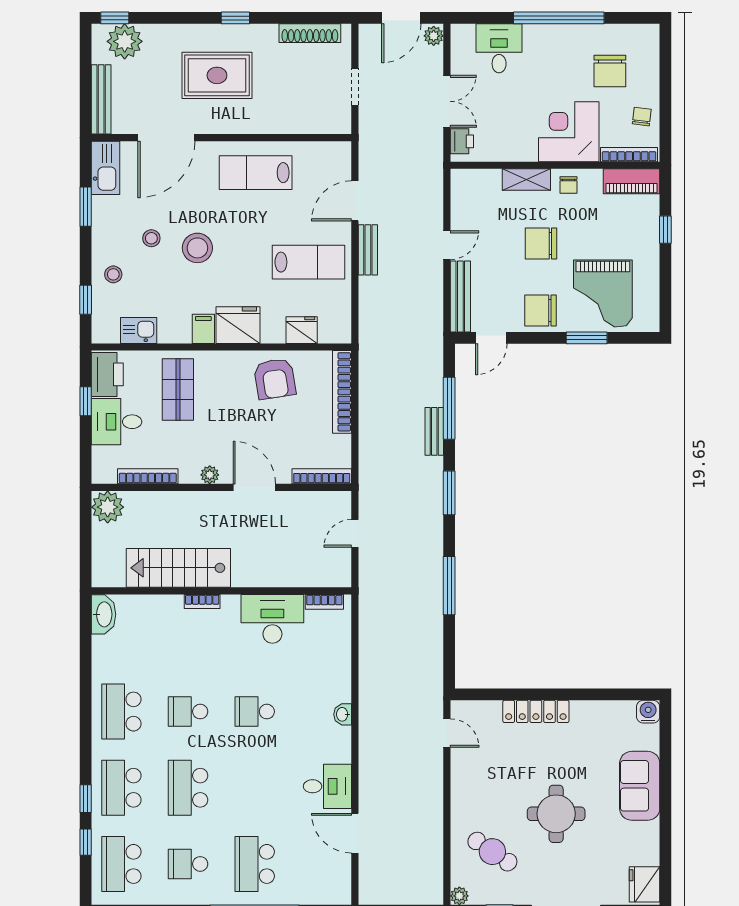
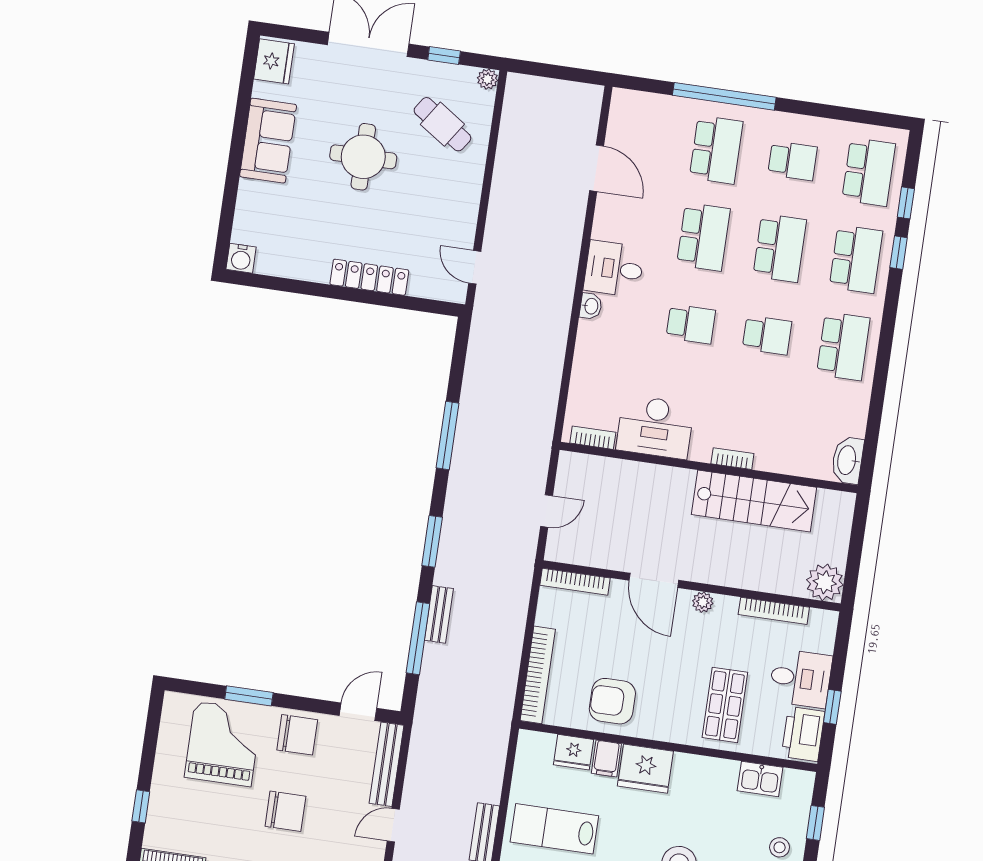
filing cabinet: (203, 329) -> (606, 758), moved
armchair: (275, 379) -> (612, 701), turned -81
desk: (327, 786) -> (614, 269), moved
sofa: (640, 786) -> (268, 141), moved
school desk: (255, 788) -> (703, 237), added

